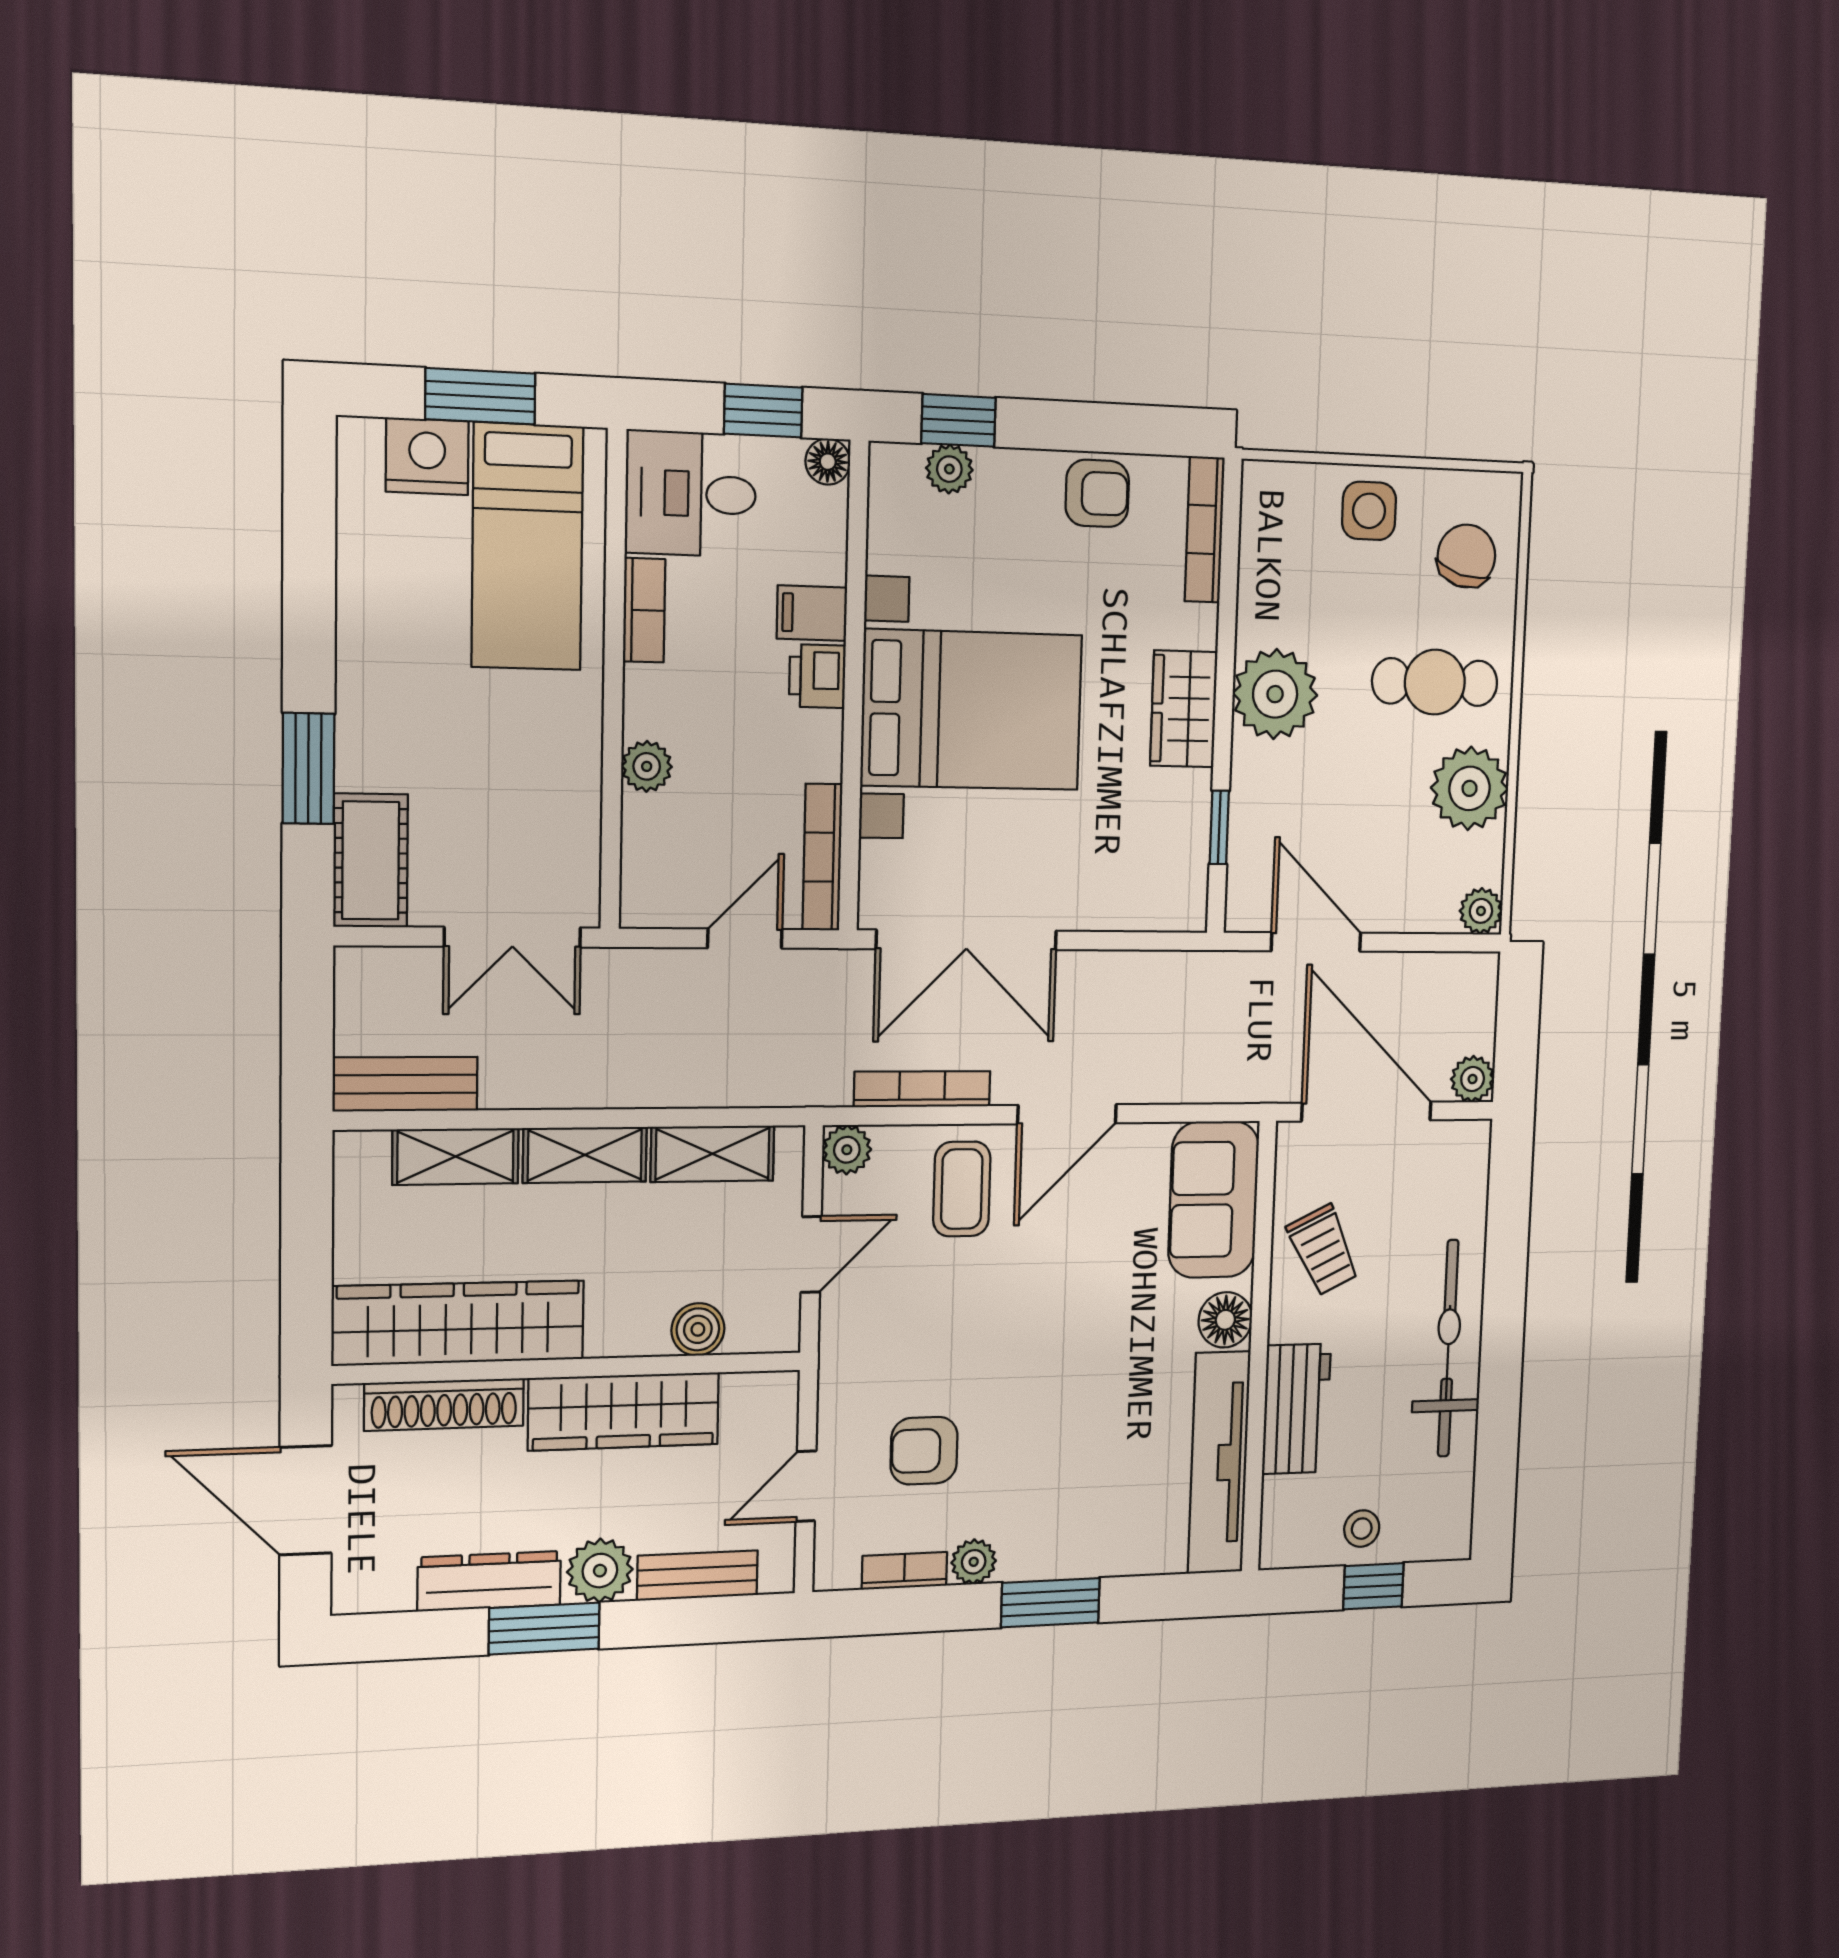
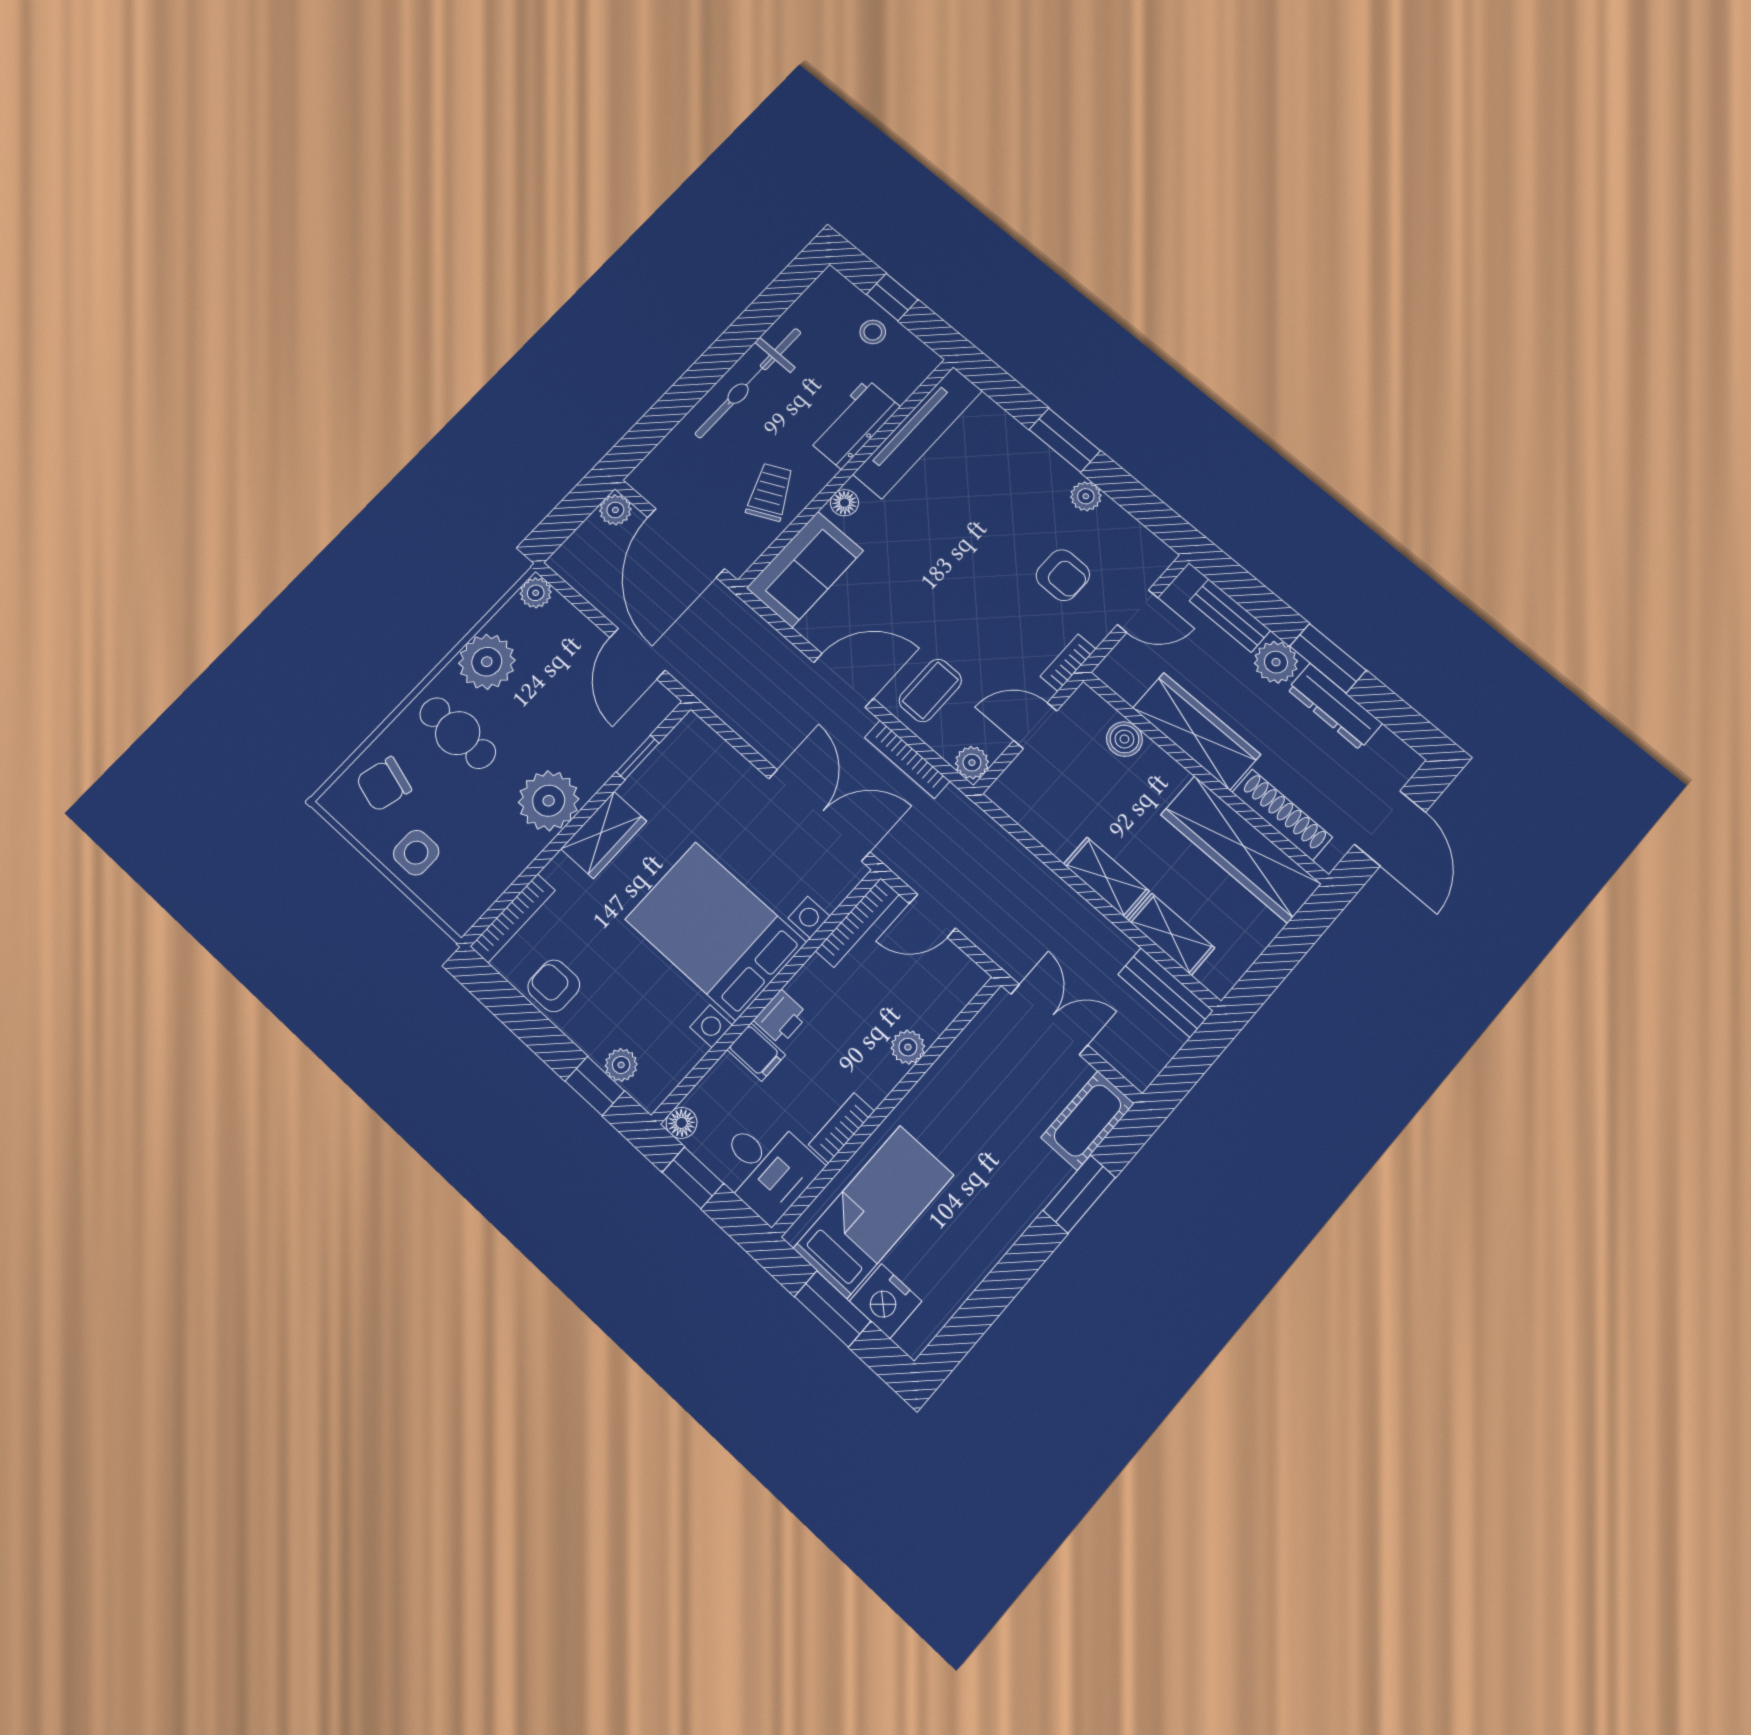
shelving: (713, 1154) -> (1042, 821), removed
floor lamp: (1225, 1320) -> (845, 503), width x0.73, depth x0.73
bookcase: (904, 1571) -> (1068, 663), moved, turned 90

